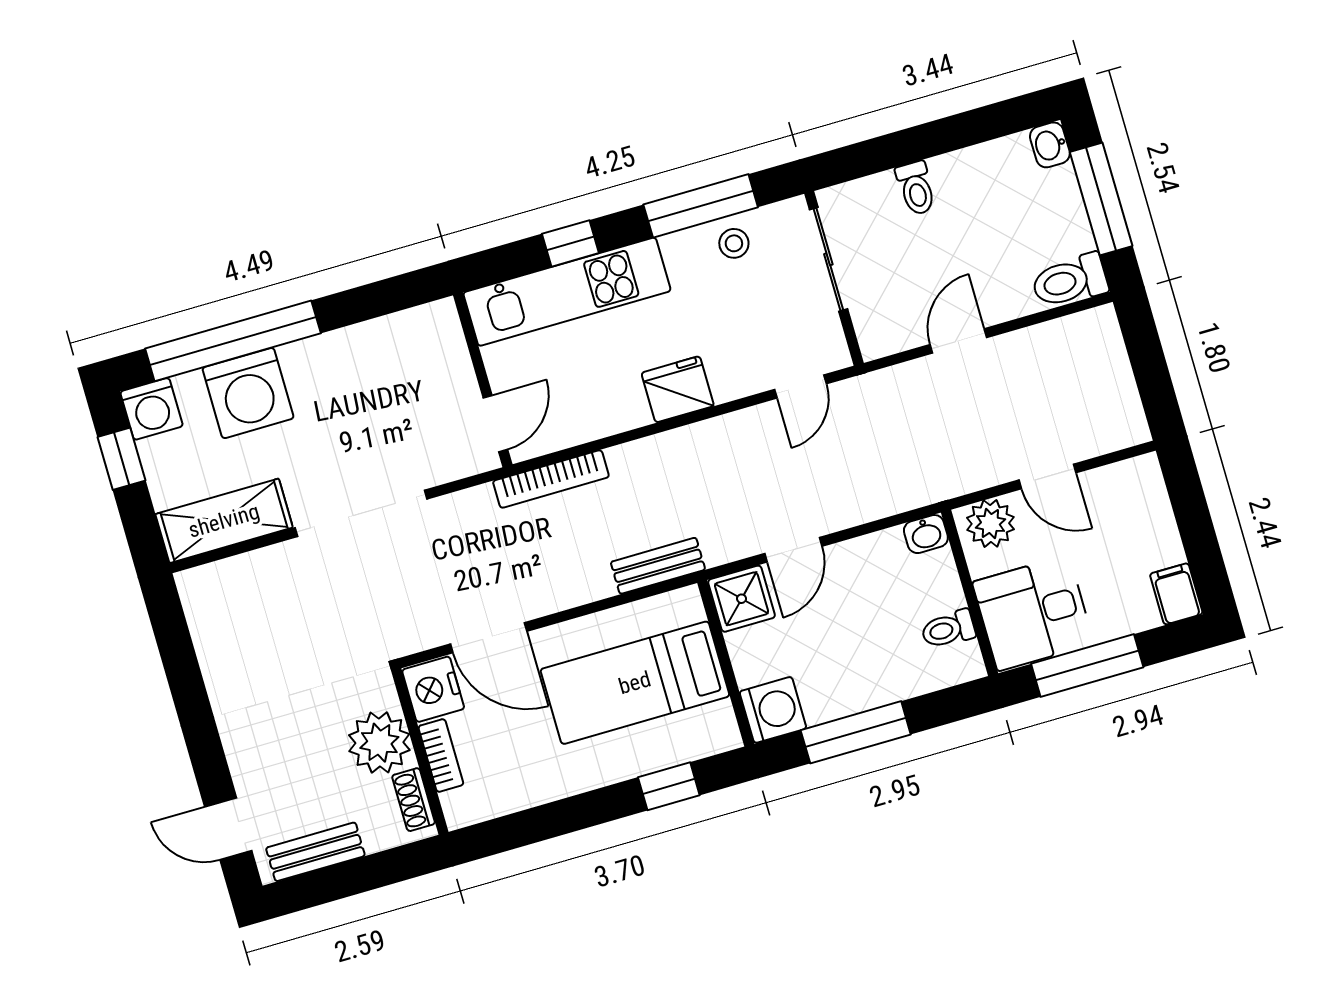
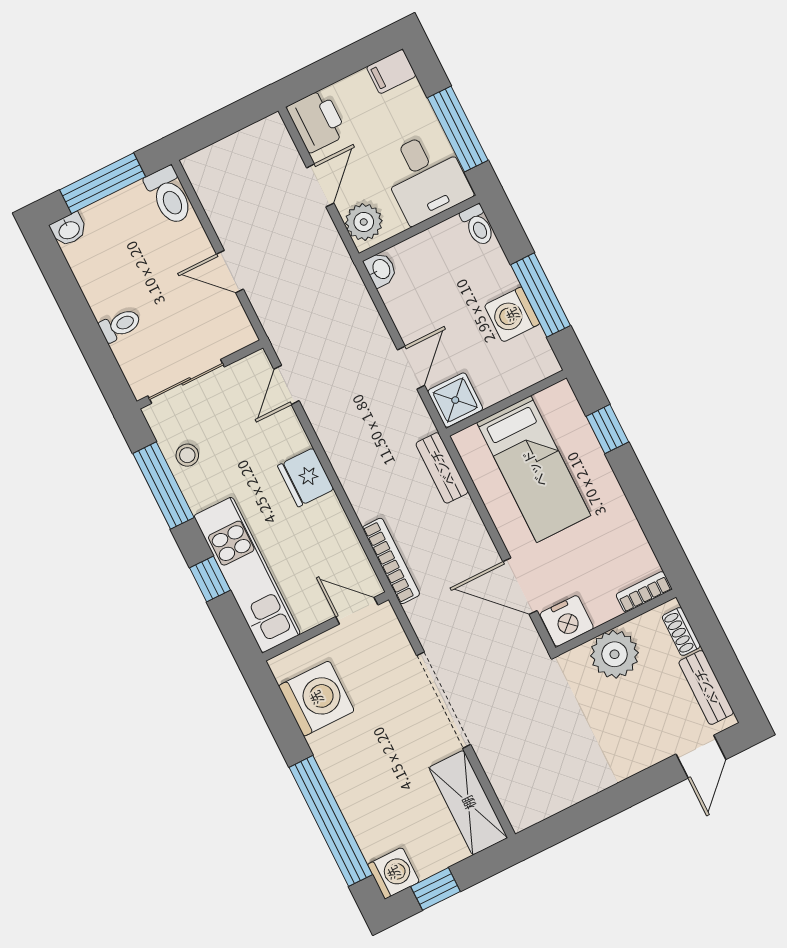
door: (800, 387) -> (286, 385), swing flipped
washing machine: (248, 393) -> (316, 698), moved
printer: (1131, 487) -> (317, 121), added
door: (793, 550) -> (411, 368), hinge flipped
toilet: (948, 629) -> (478, 225), moved
door: (489, 638) -> (520, 586), swing flipped
washing machine: (773, 710) -> (512, 315), moved, turned -90
bookcase: (441, 755) -> (644, 592), moved
shoe rack: (414, 800) -> (681, 632), moved, turned 90

